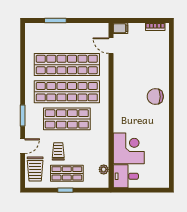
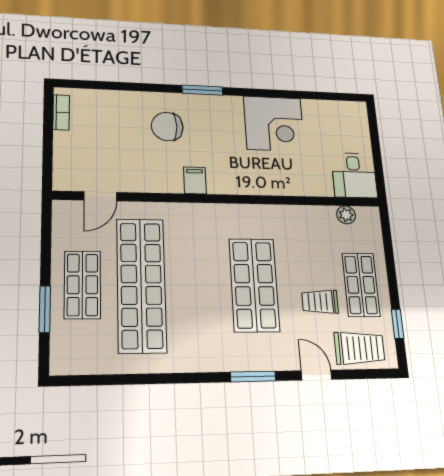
filing cabinet: (121, 28) -> (195, 180), moved
shop shelf: (67, 92) -> (82, 285), moved, width x0.50, depth x0.74
chair: (155, 97) -> (167, 127), moved, turned 90
window: (171, 98) -> (202, 90), added
corner desk: (129, 148) -> (274, 124), moved, turned 180
window: (65, 190) -> (398, 324), moved

